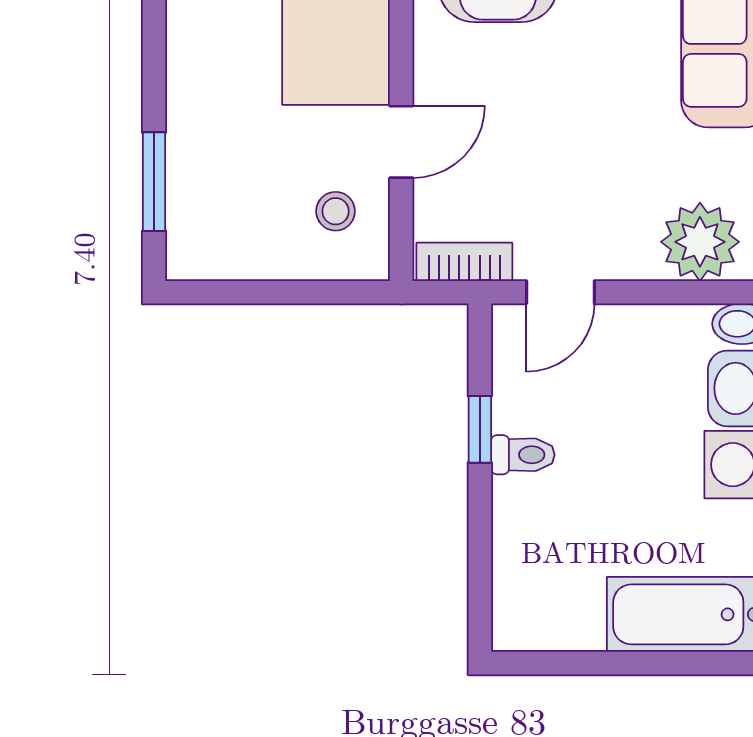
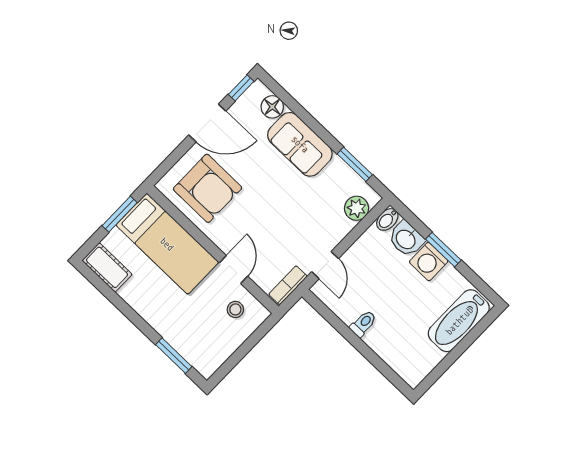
plant: (700, 242) -> (357, 208), width x0.73, depth x0.73
window: (480, 429) -> (343, 329), removed

